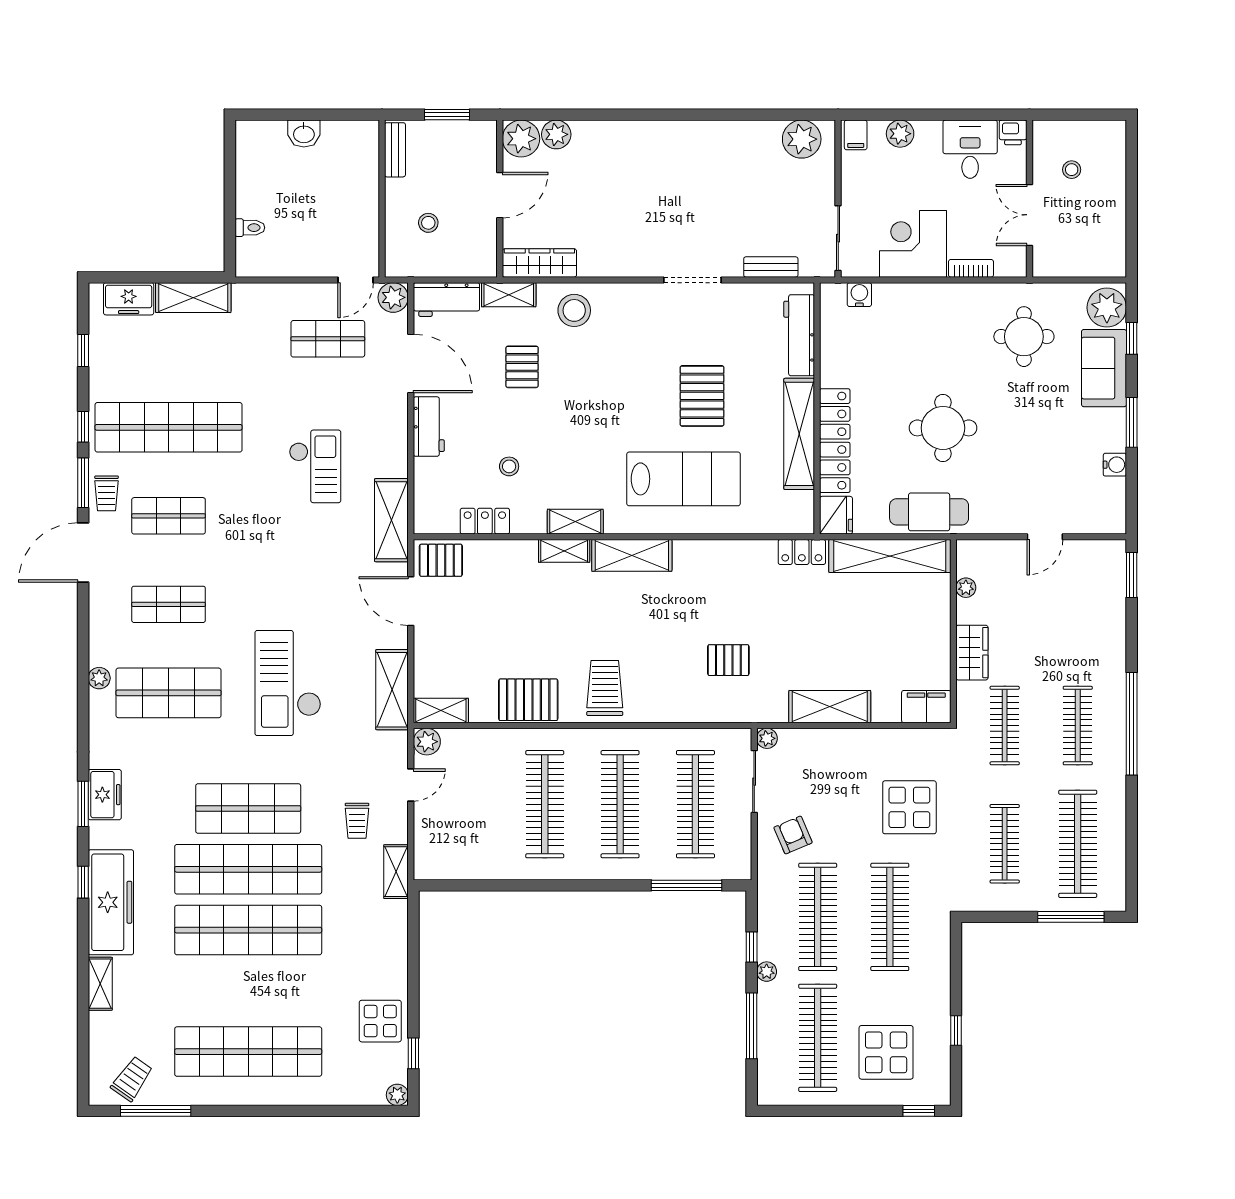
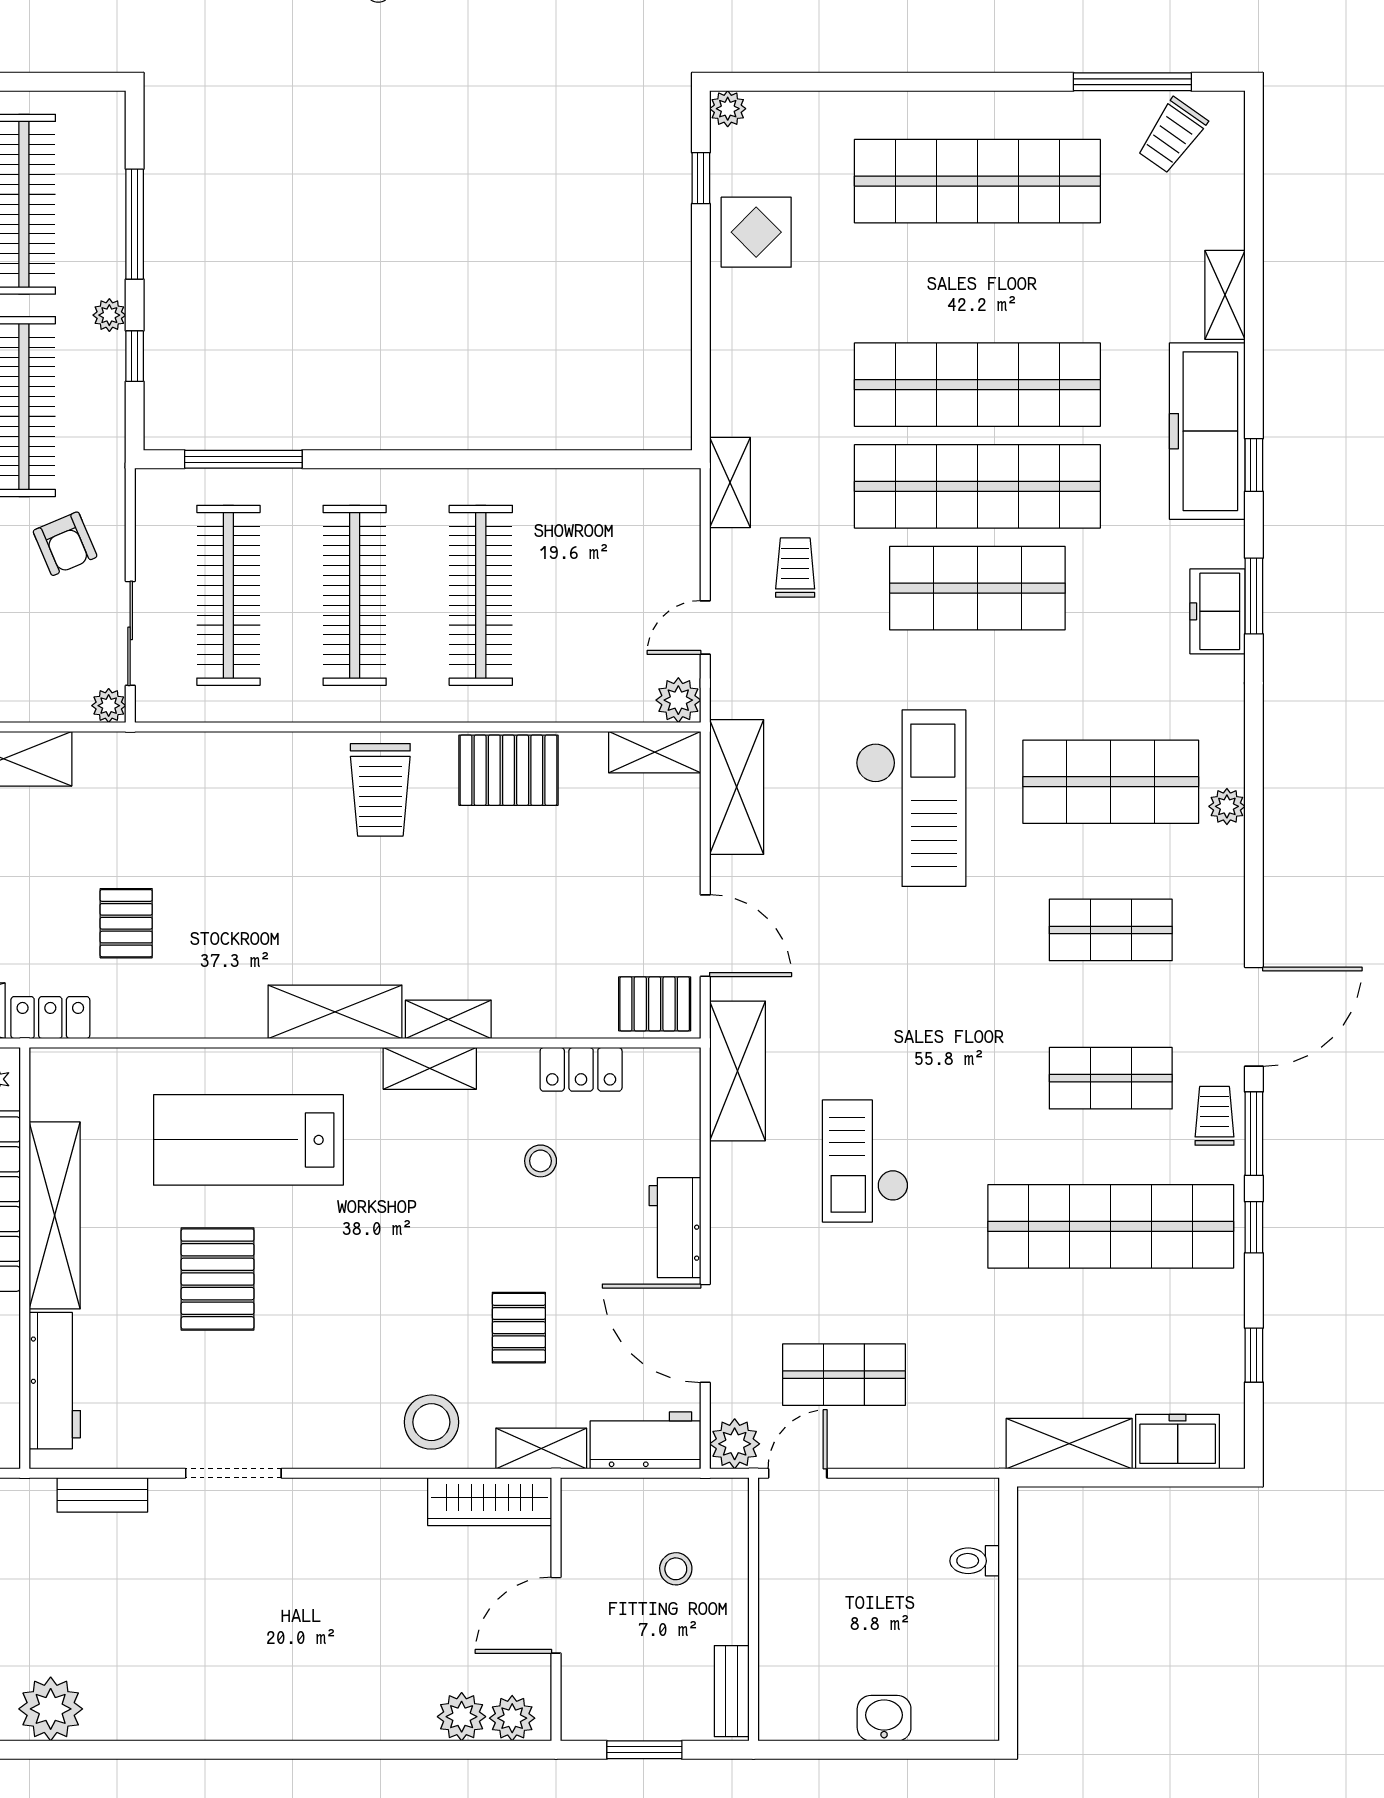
plant: (521, 139) -> (512, 1718), width x0.73, depth x0.73
pallet: (728, 660) -> (126, 923), moved, turned 90

